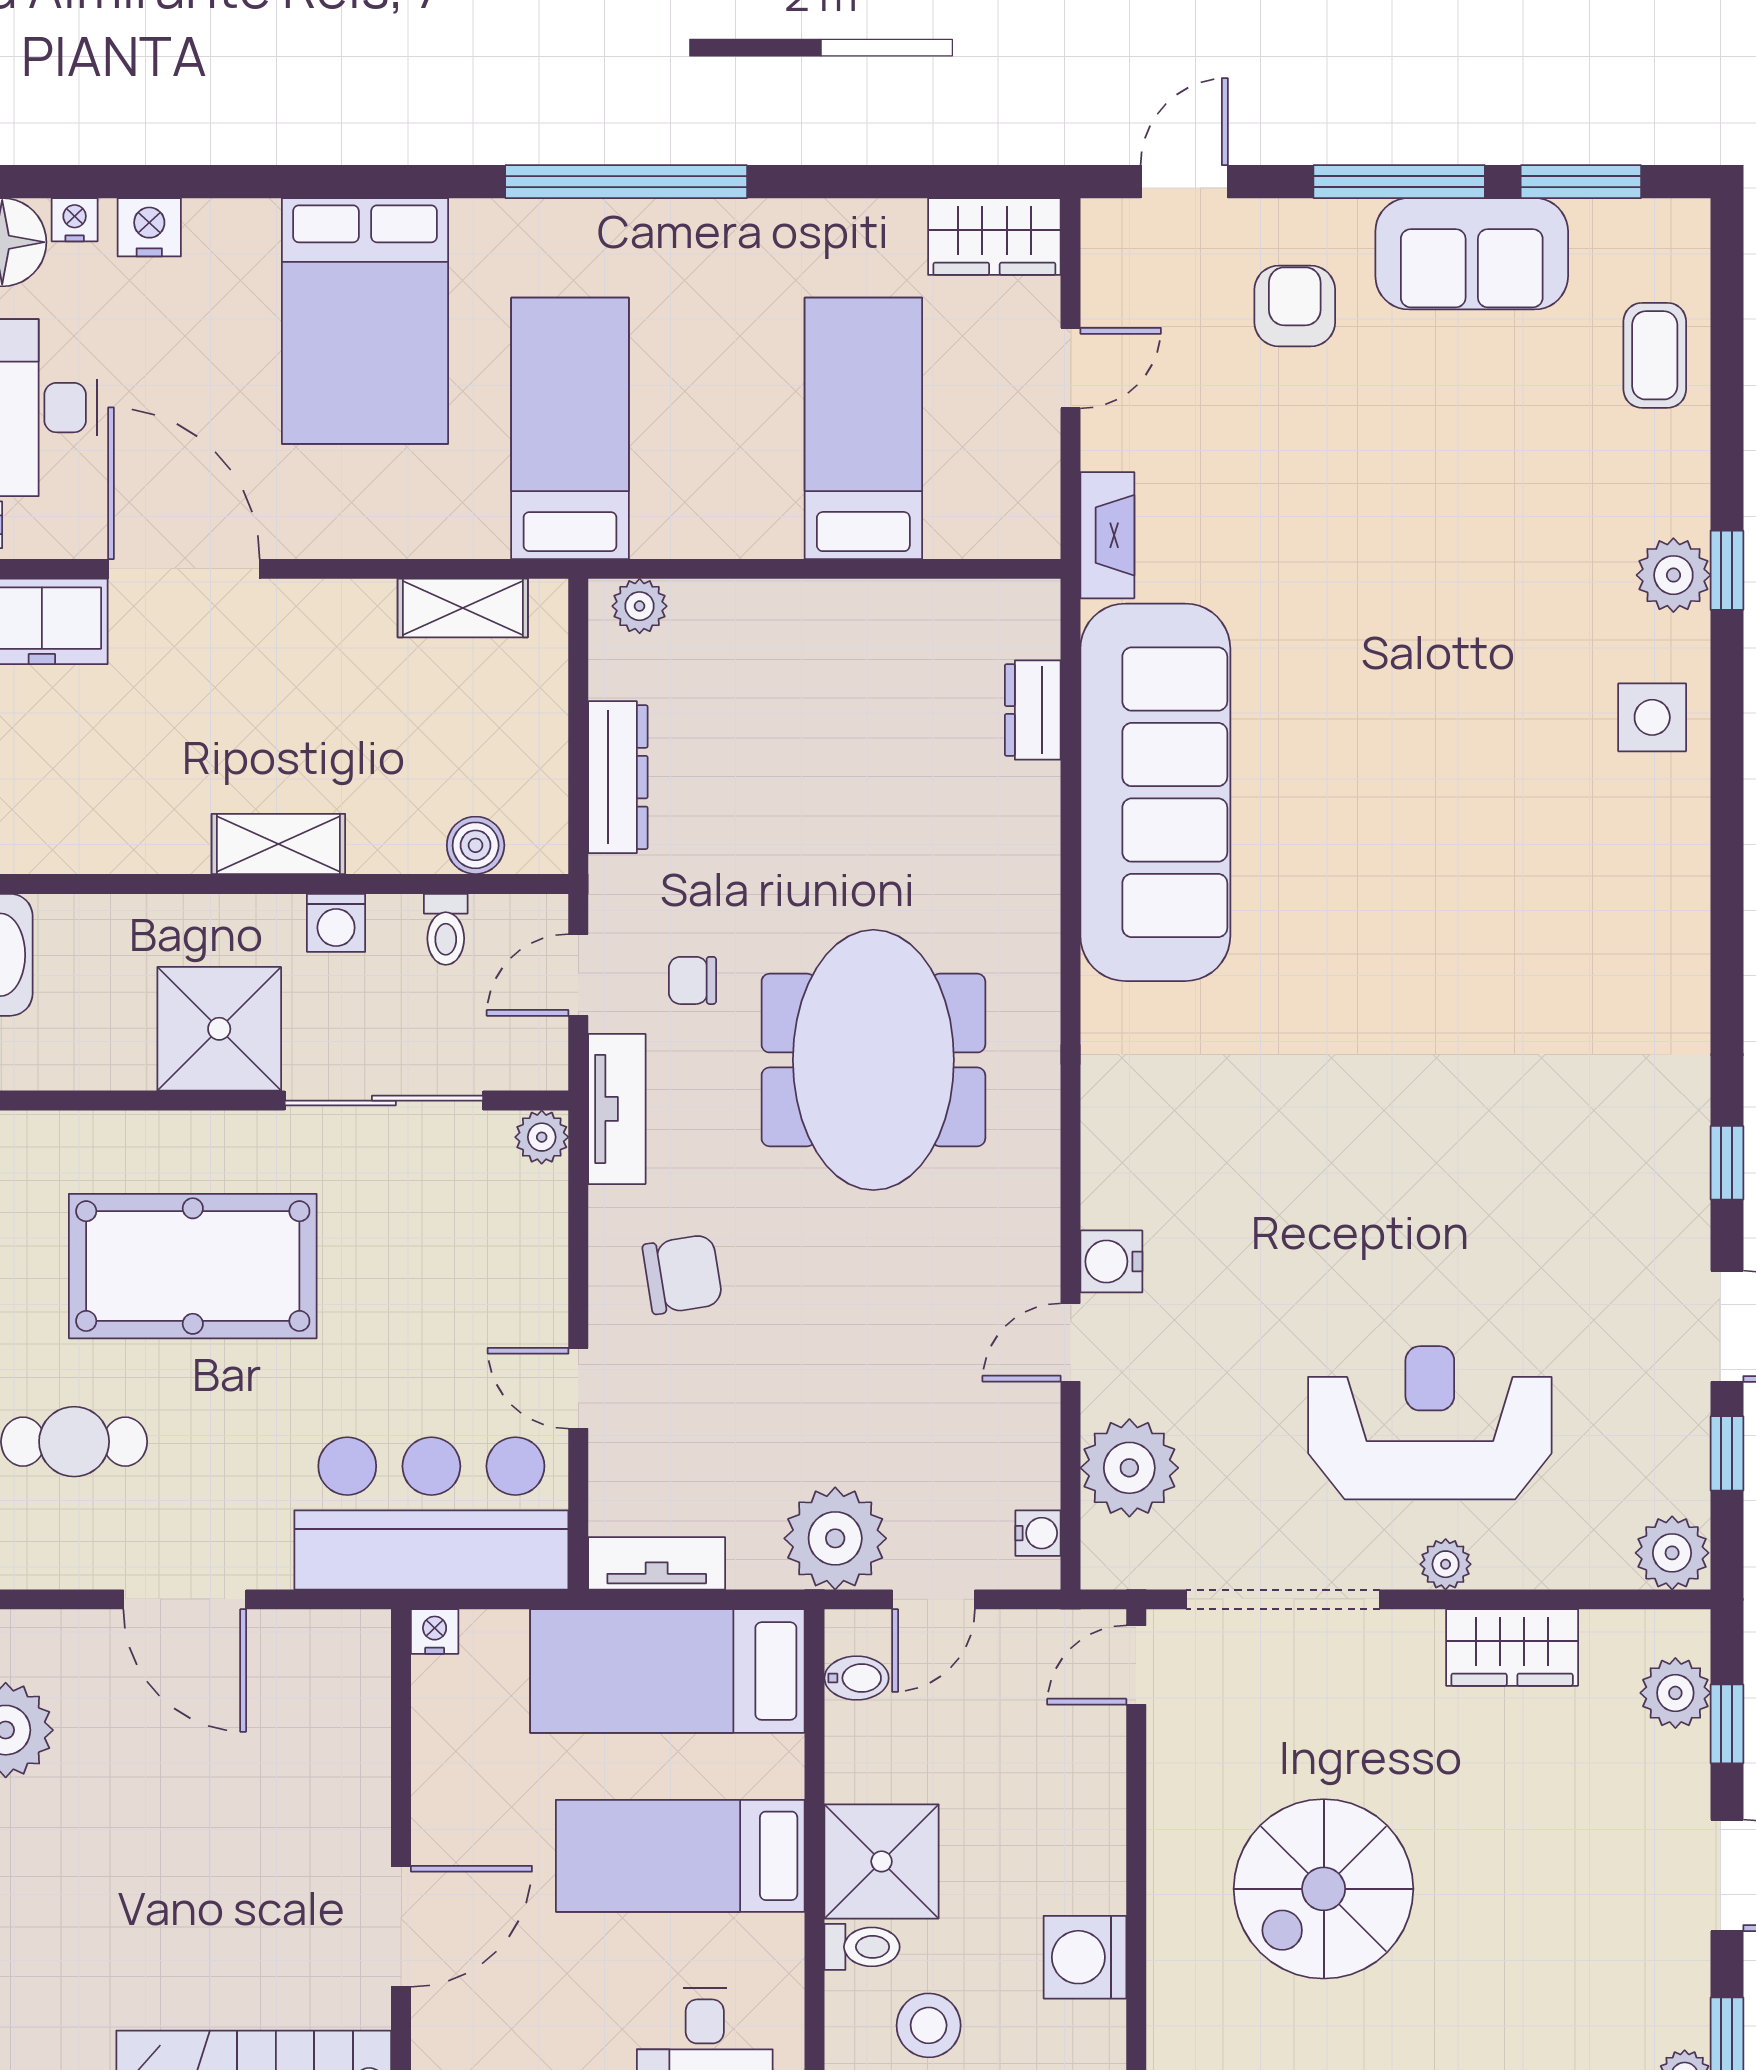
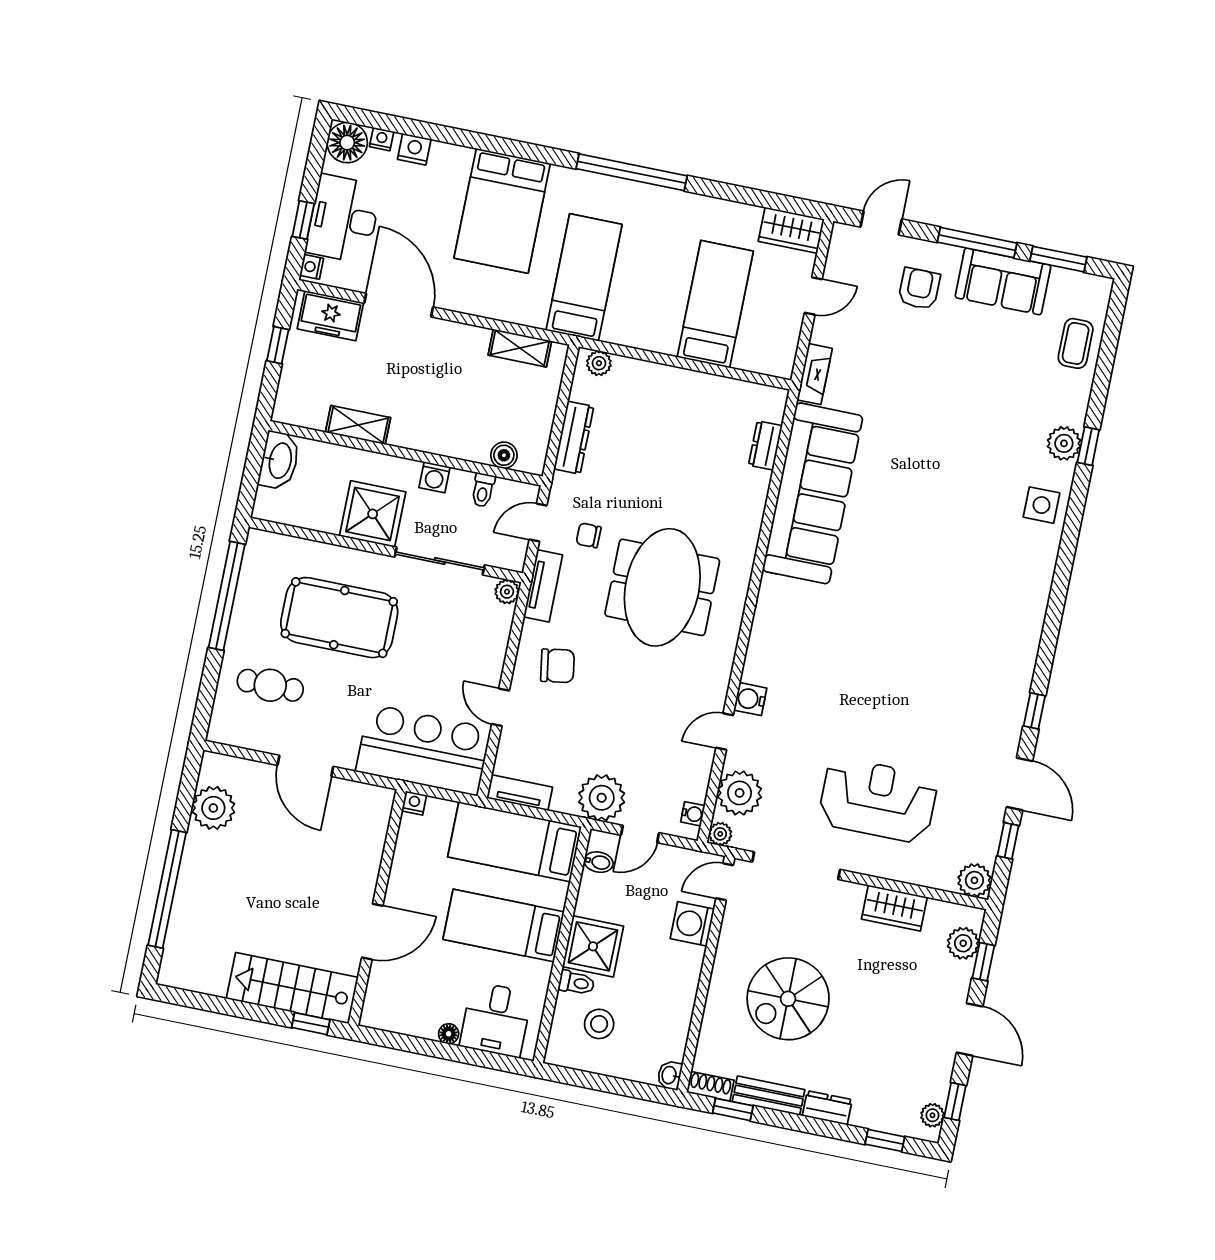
shelving: (278, 844) -> (358, 425), moved
plant: (1446, 1564) -> (720, 834), moved
washing machine: (1085, 1957) -> (692, 924), moved

